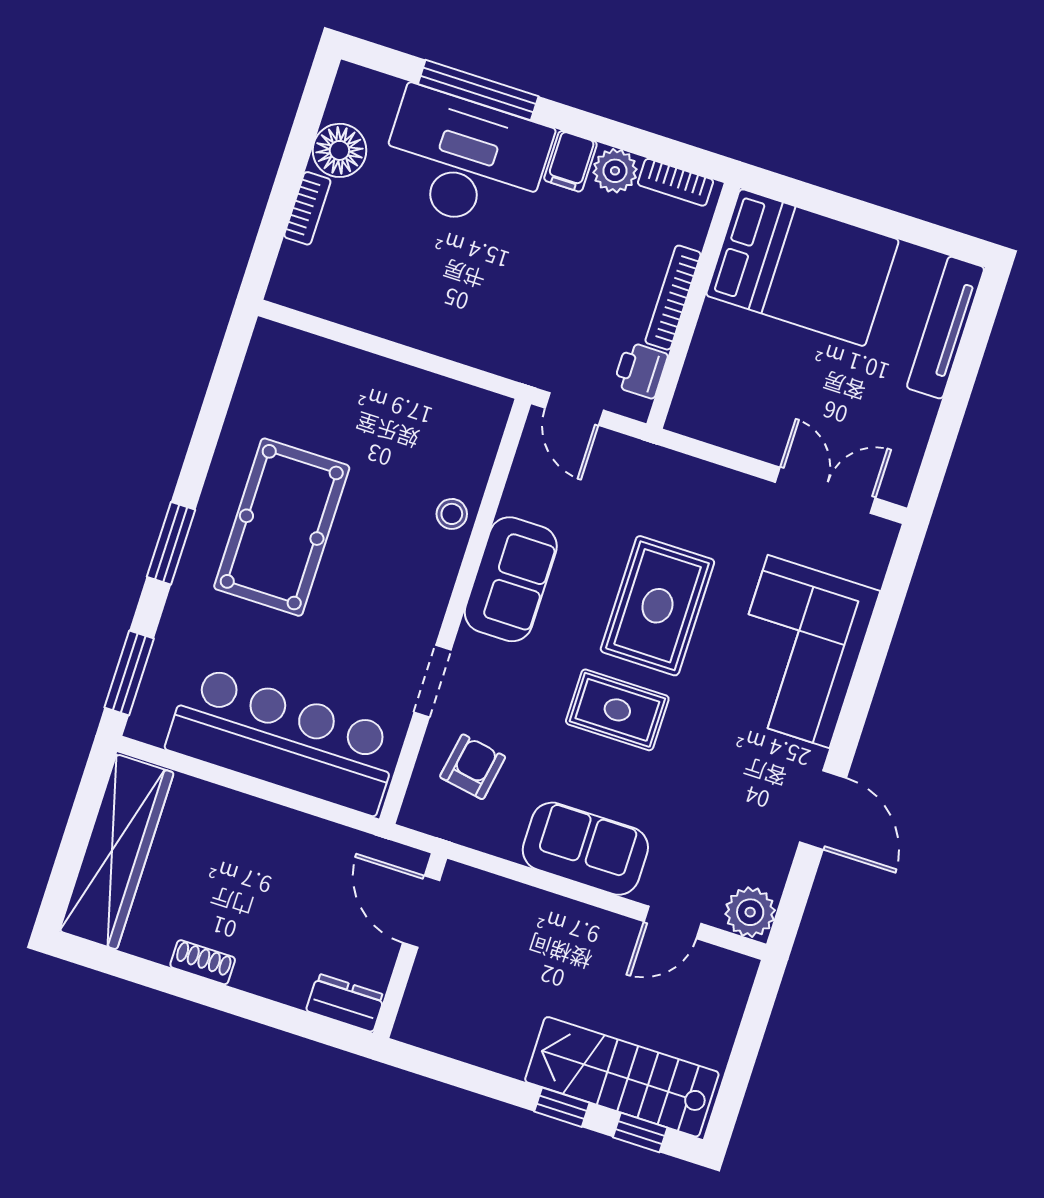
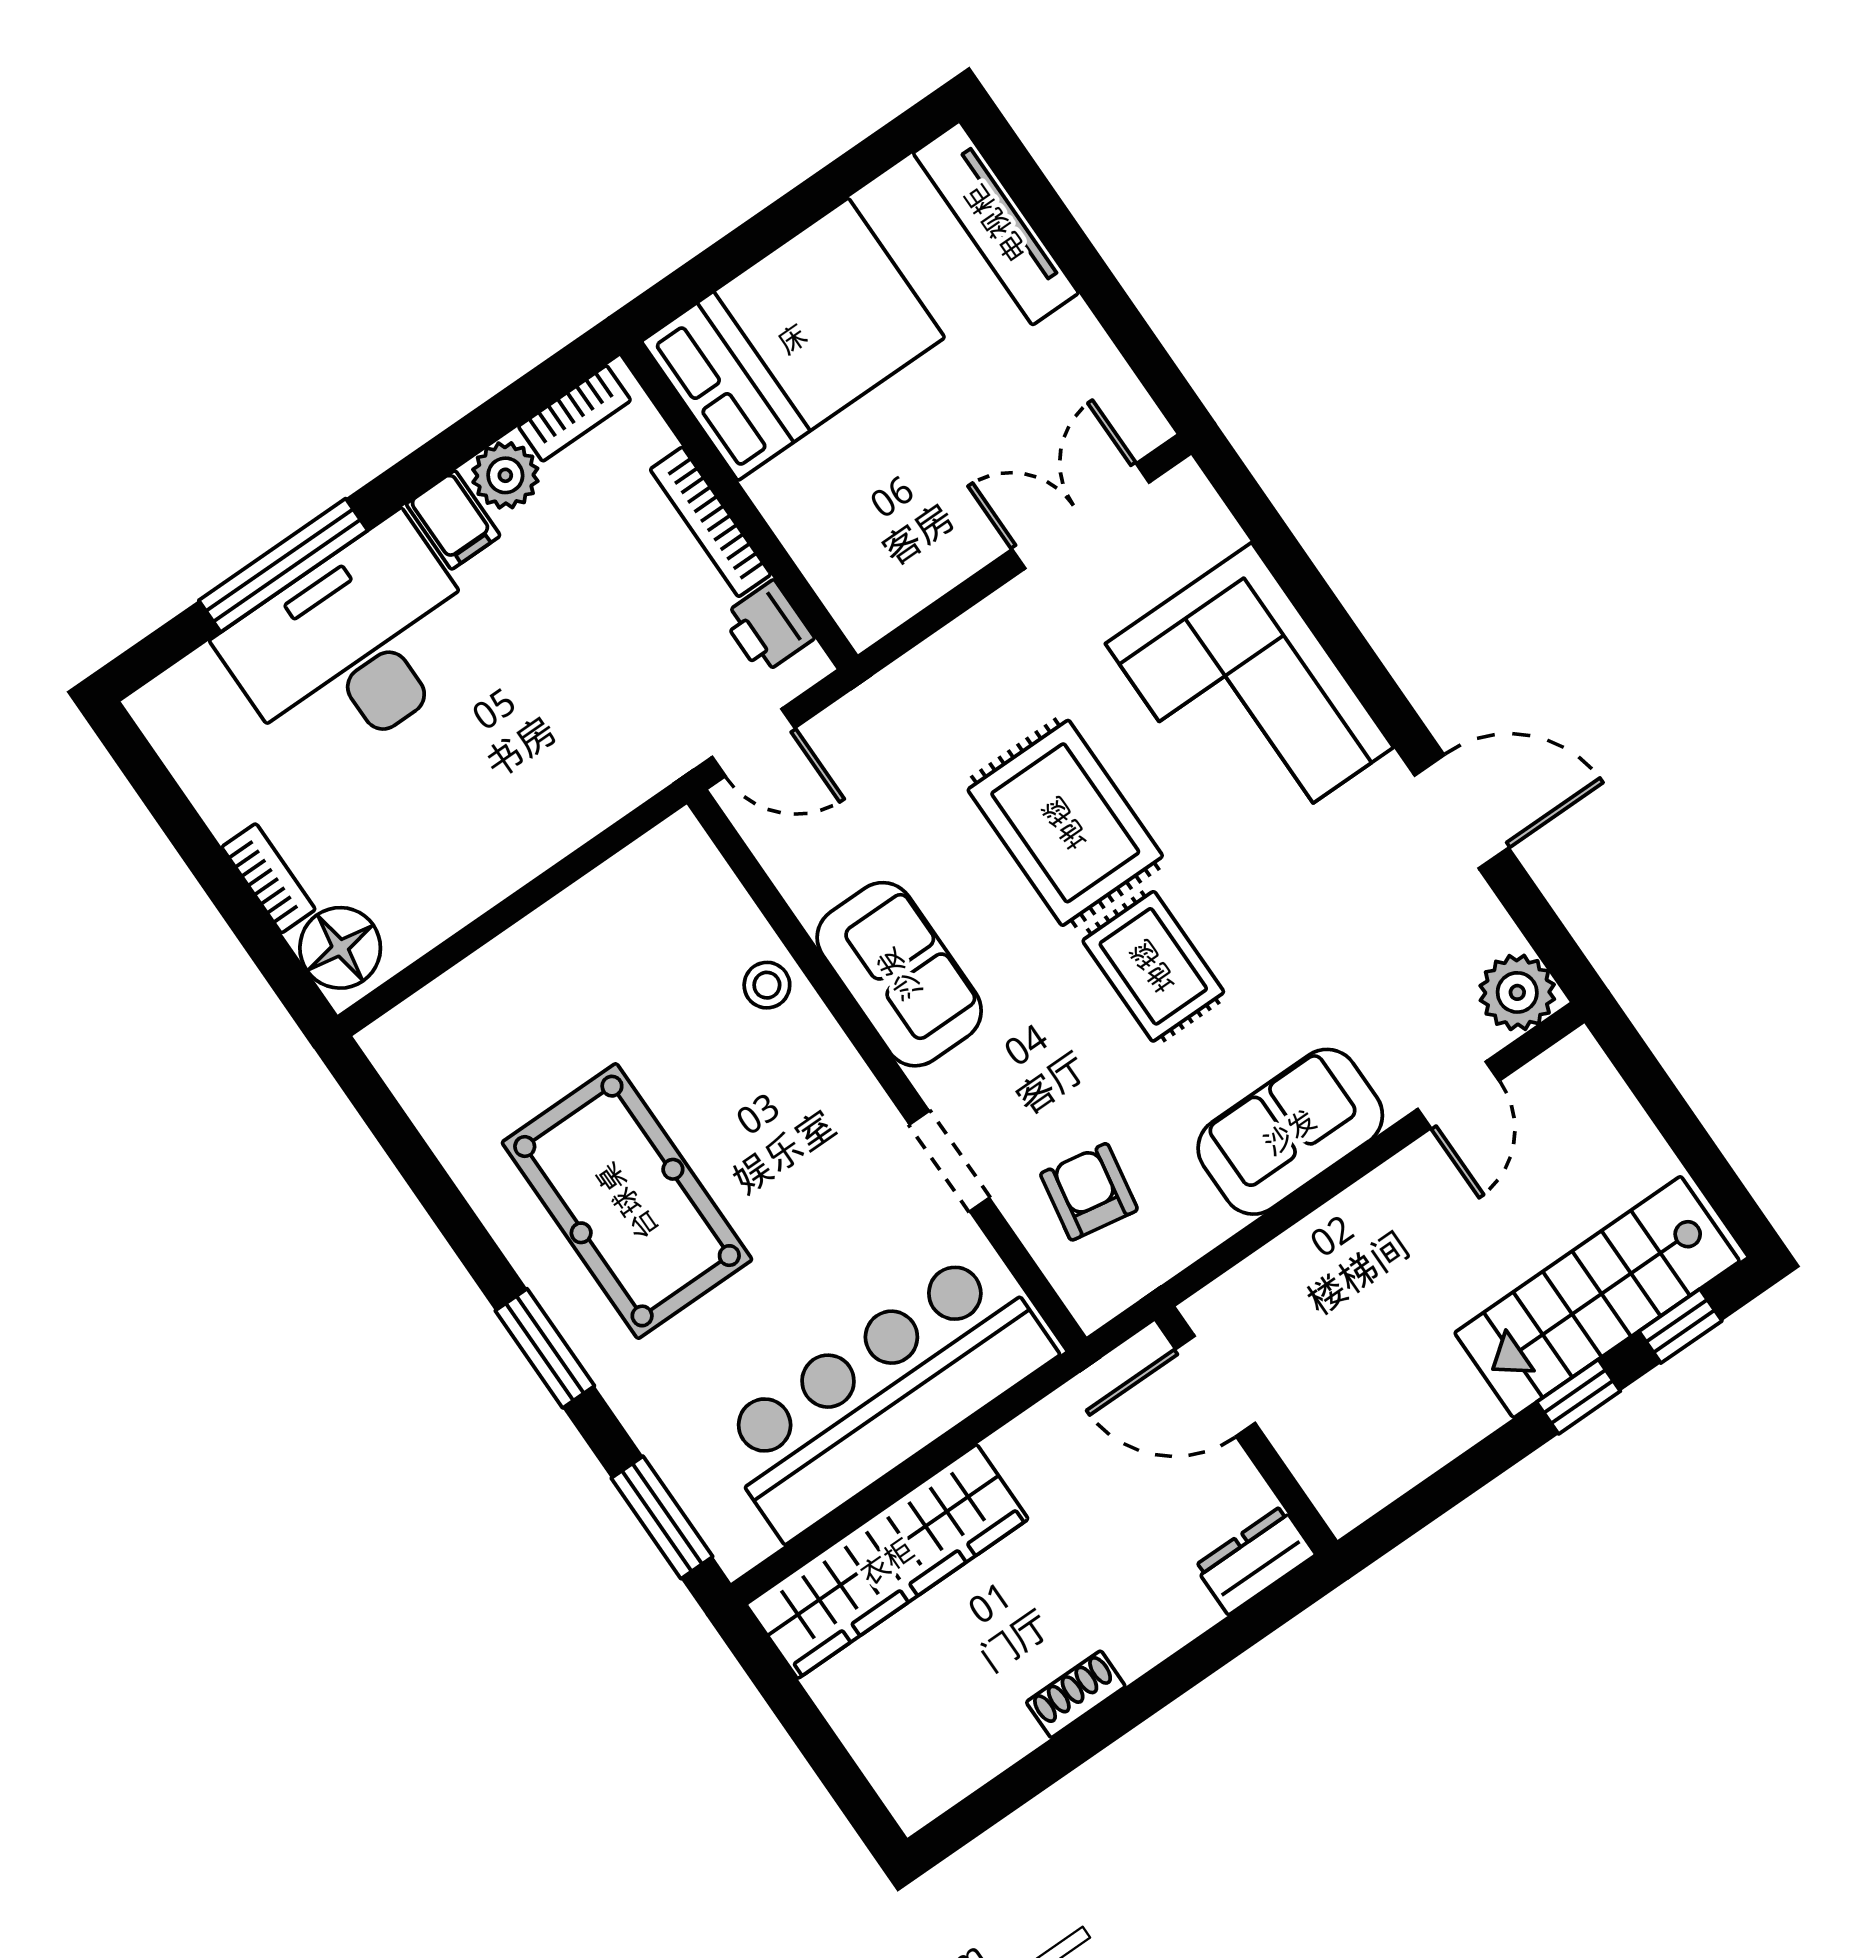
floor lamp: (339, 150) -> (340, 948), moved
rug: (617, 710) -> (1153, 966), turned 90
wardrobe: (117, 852) -> (887, 1562), moved, turned 90

